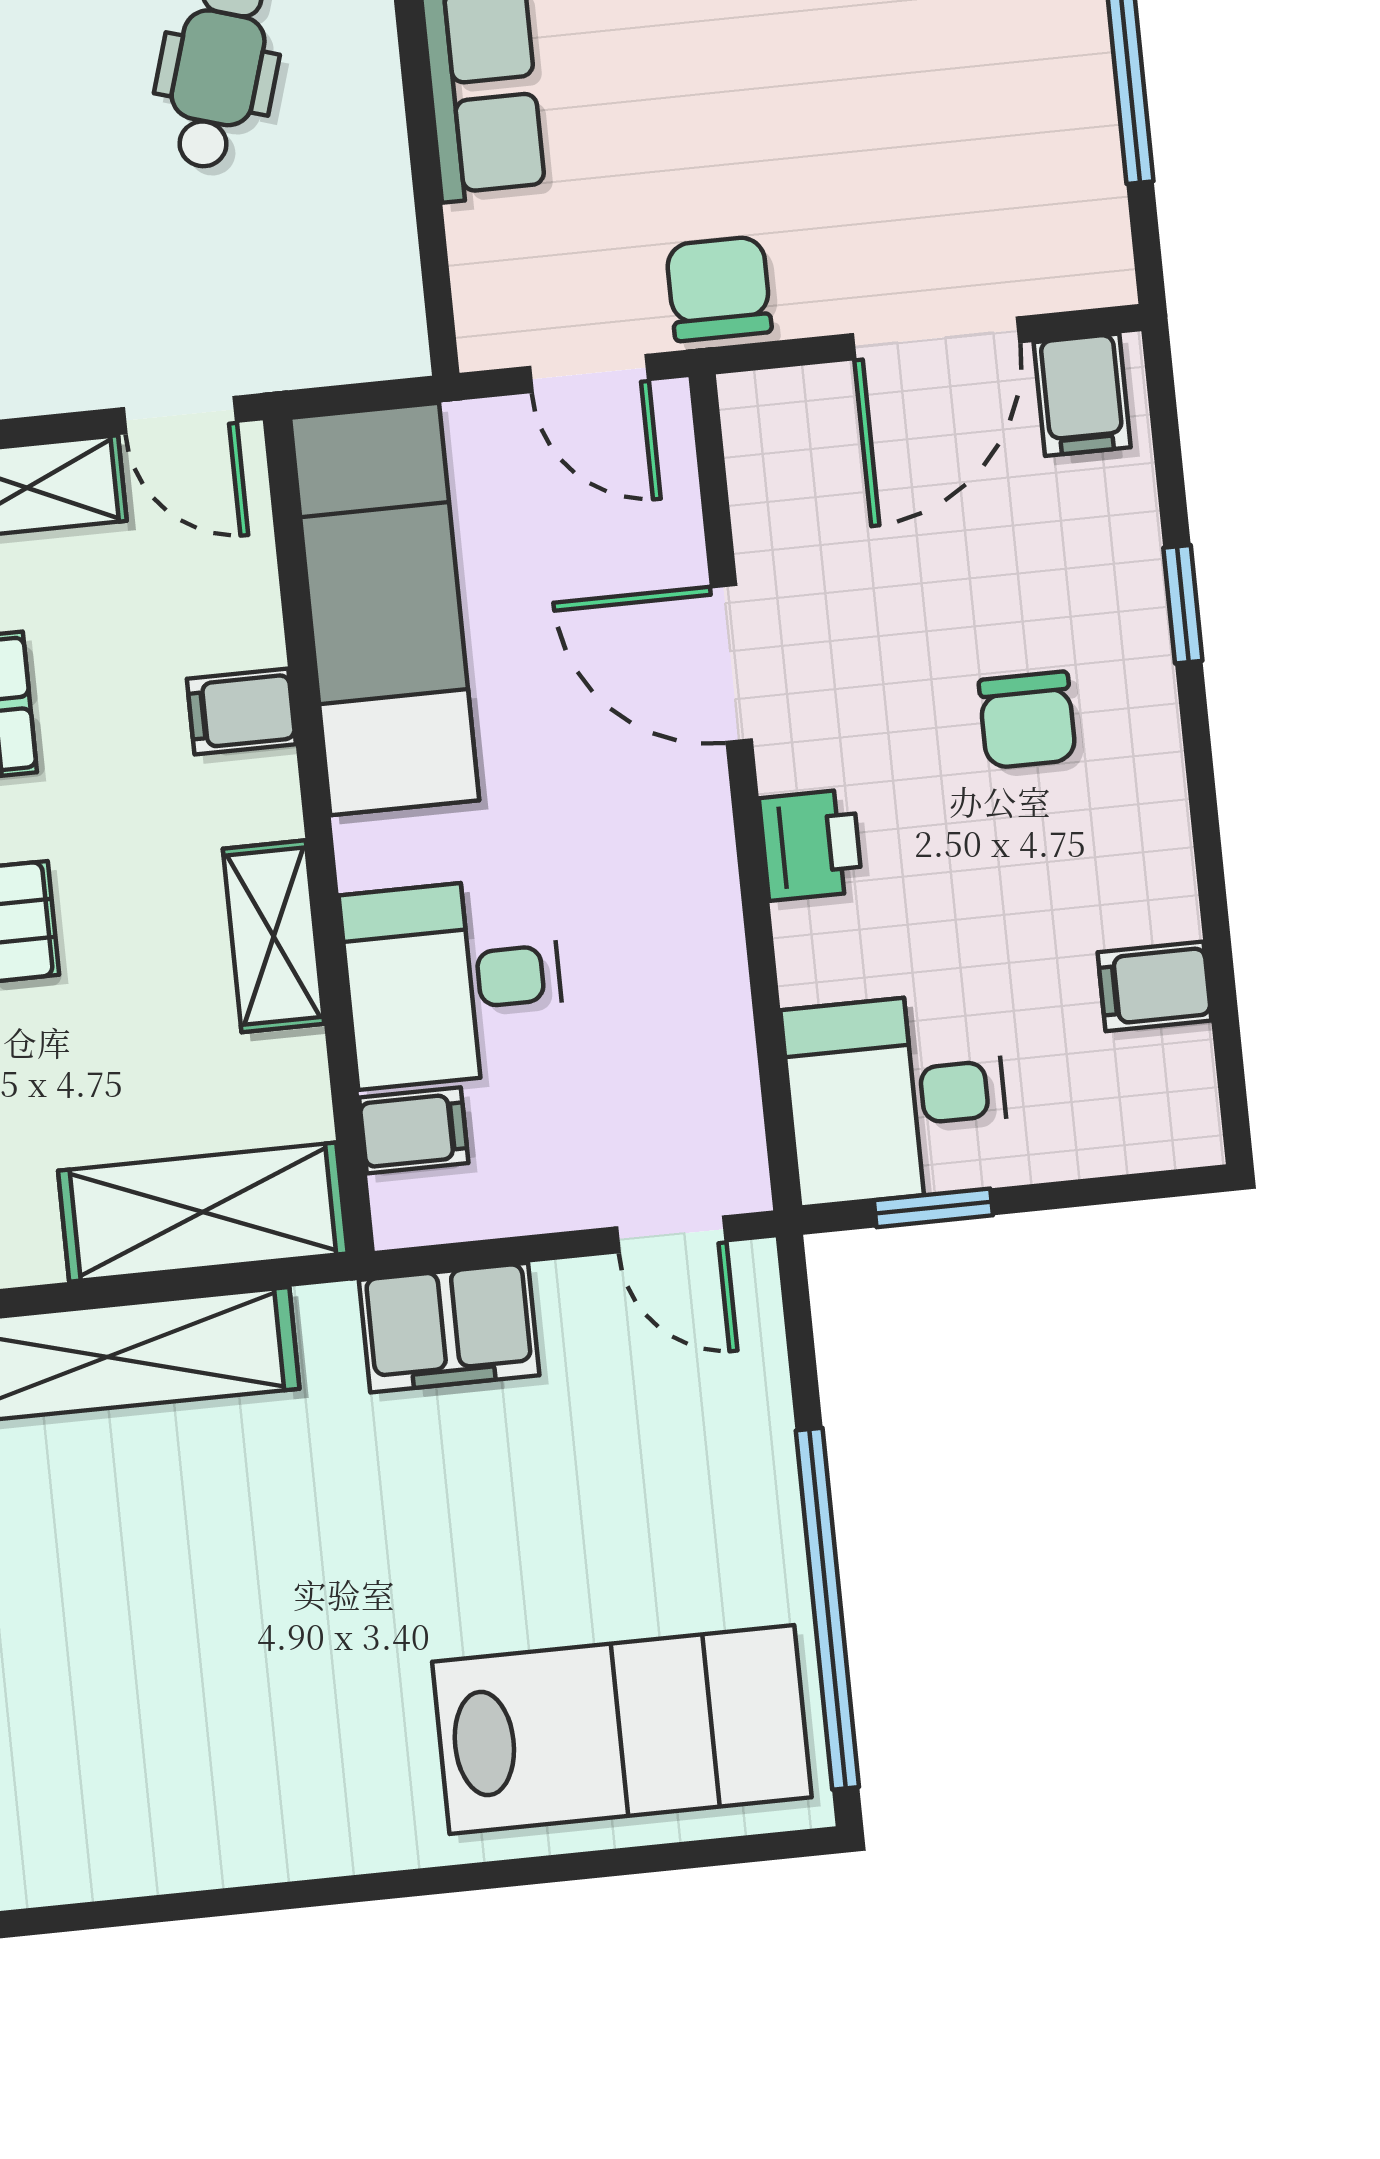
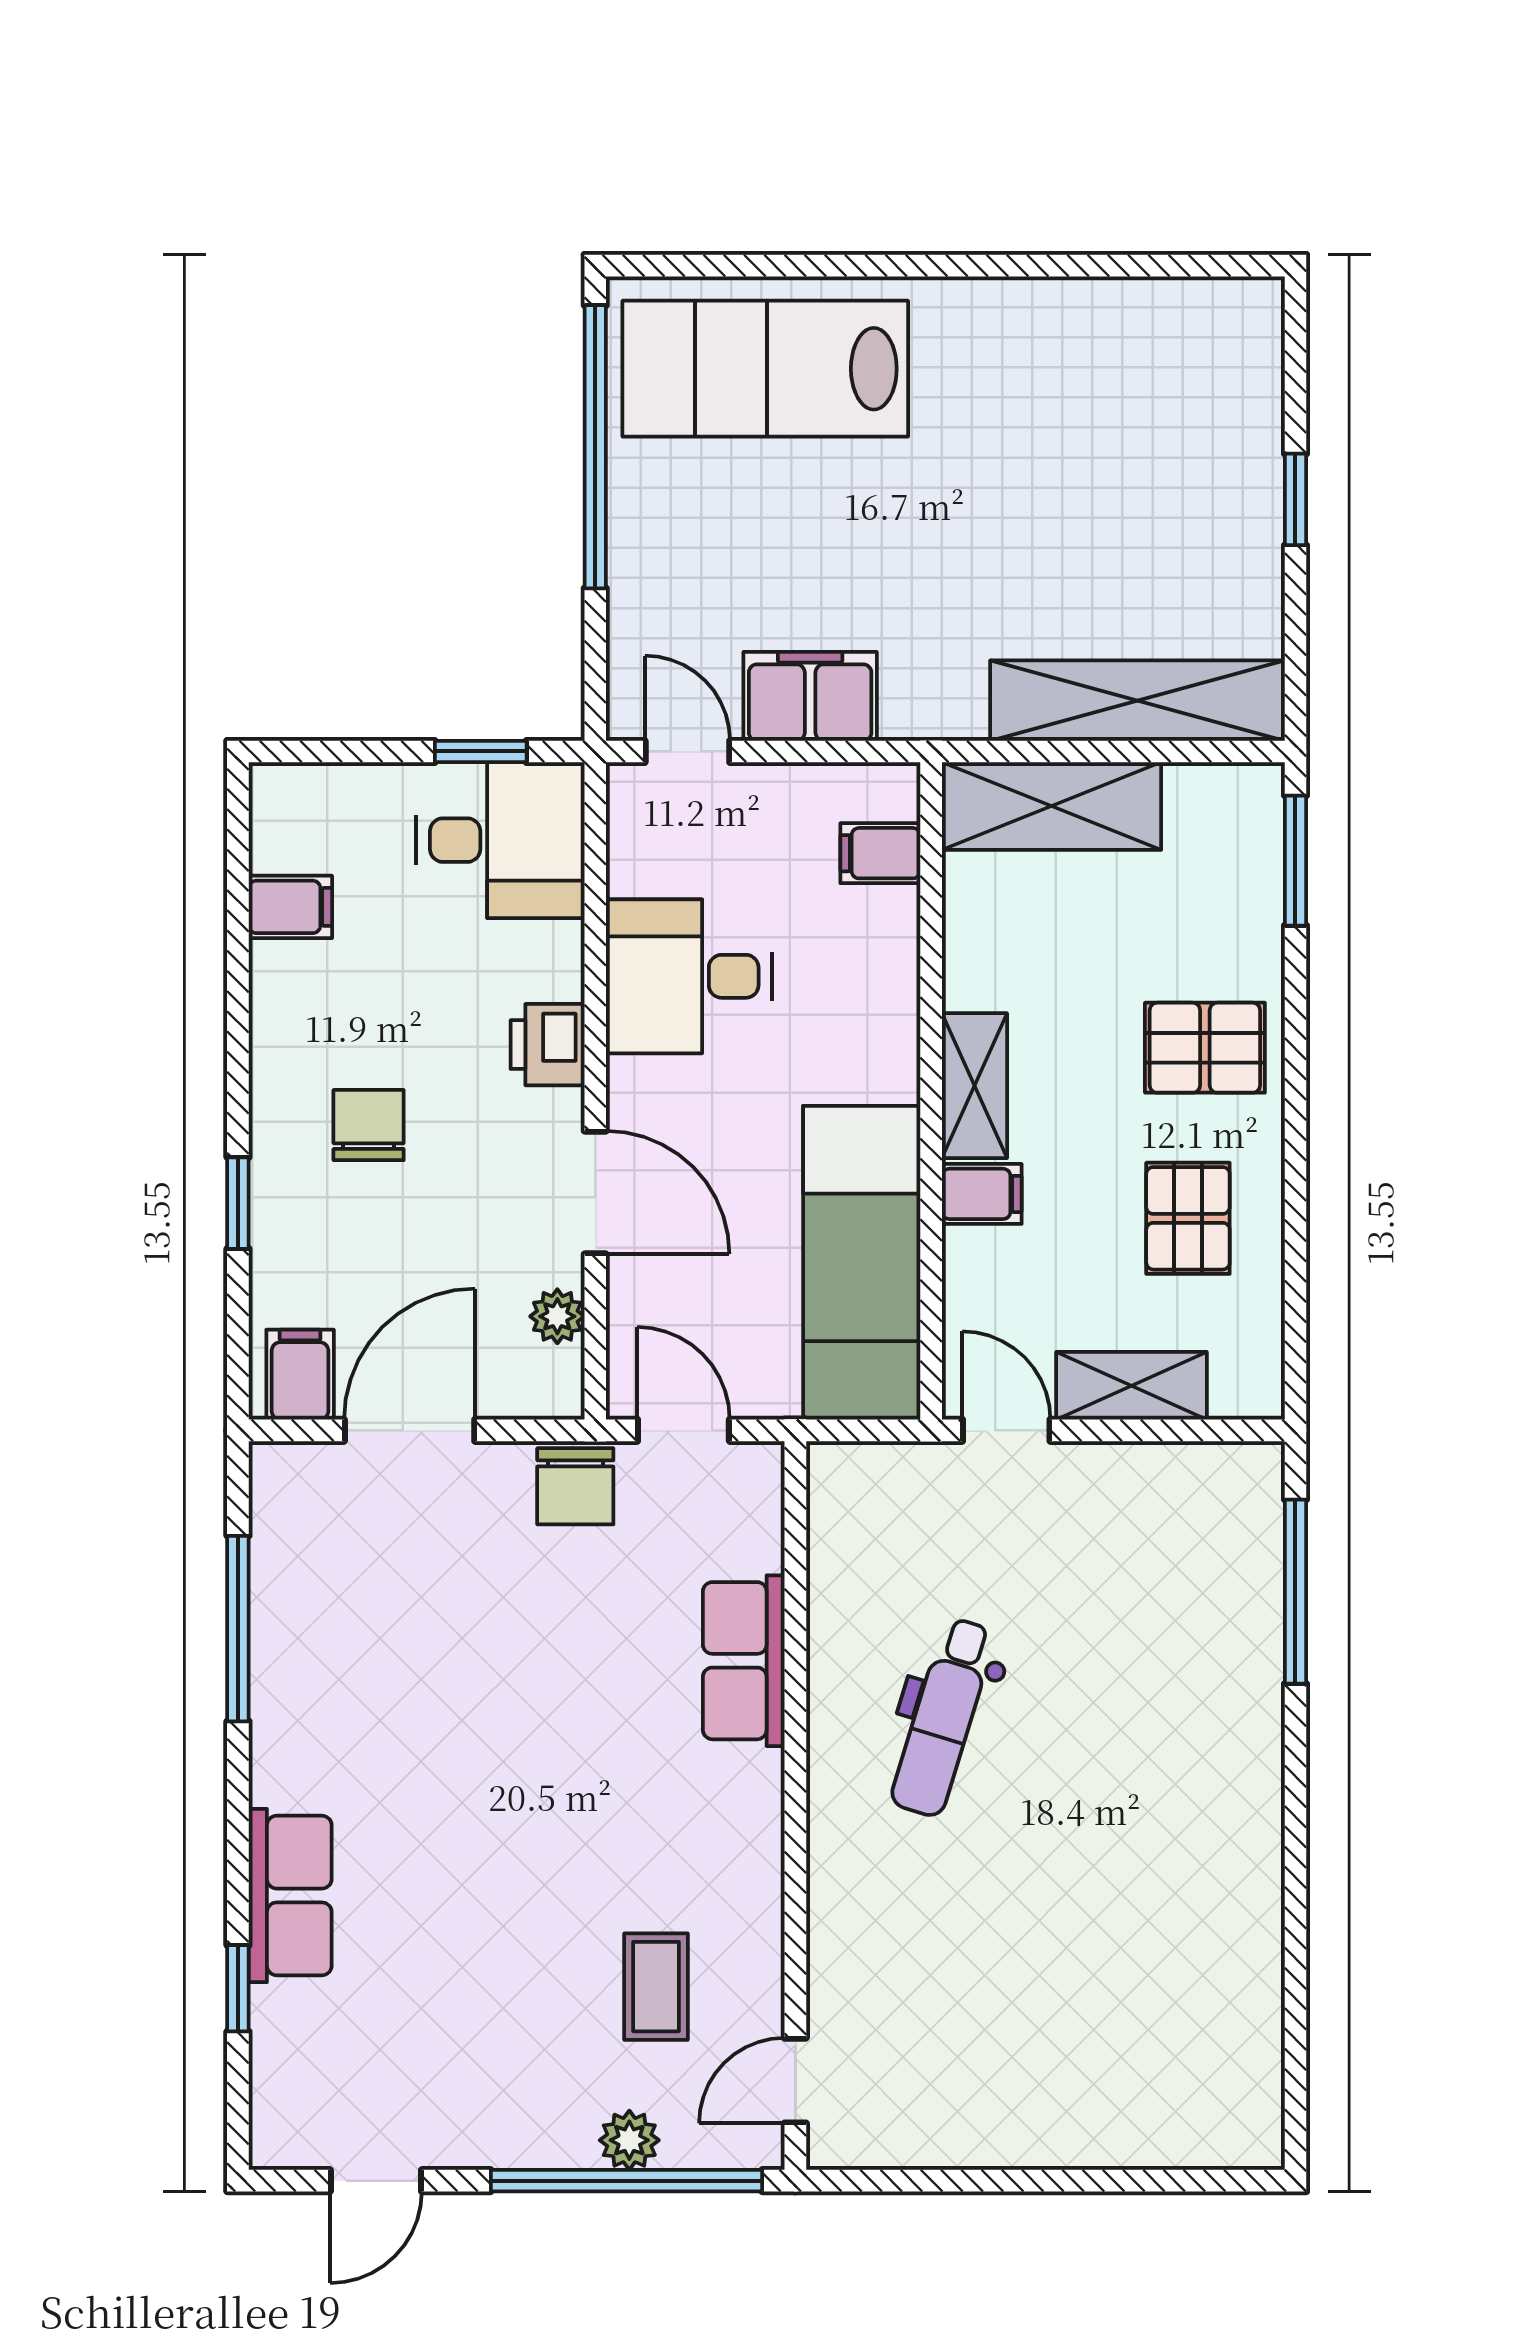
plant: (764, 502) -> (557, 1316), added
shelving: (274, 936) -> (974, 1086), moved
desk: (454, 982) -> (689, 976), moved, turned 180
filing cabinet: (449, 1328) -> (810, 696), moved

